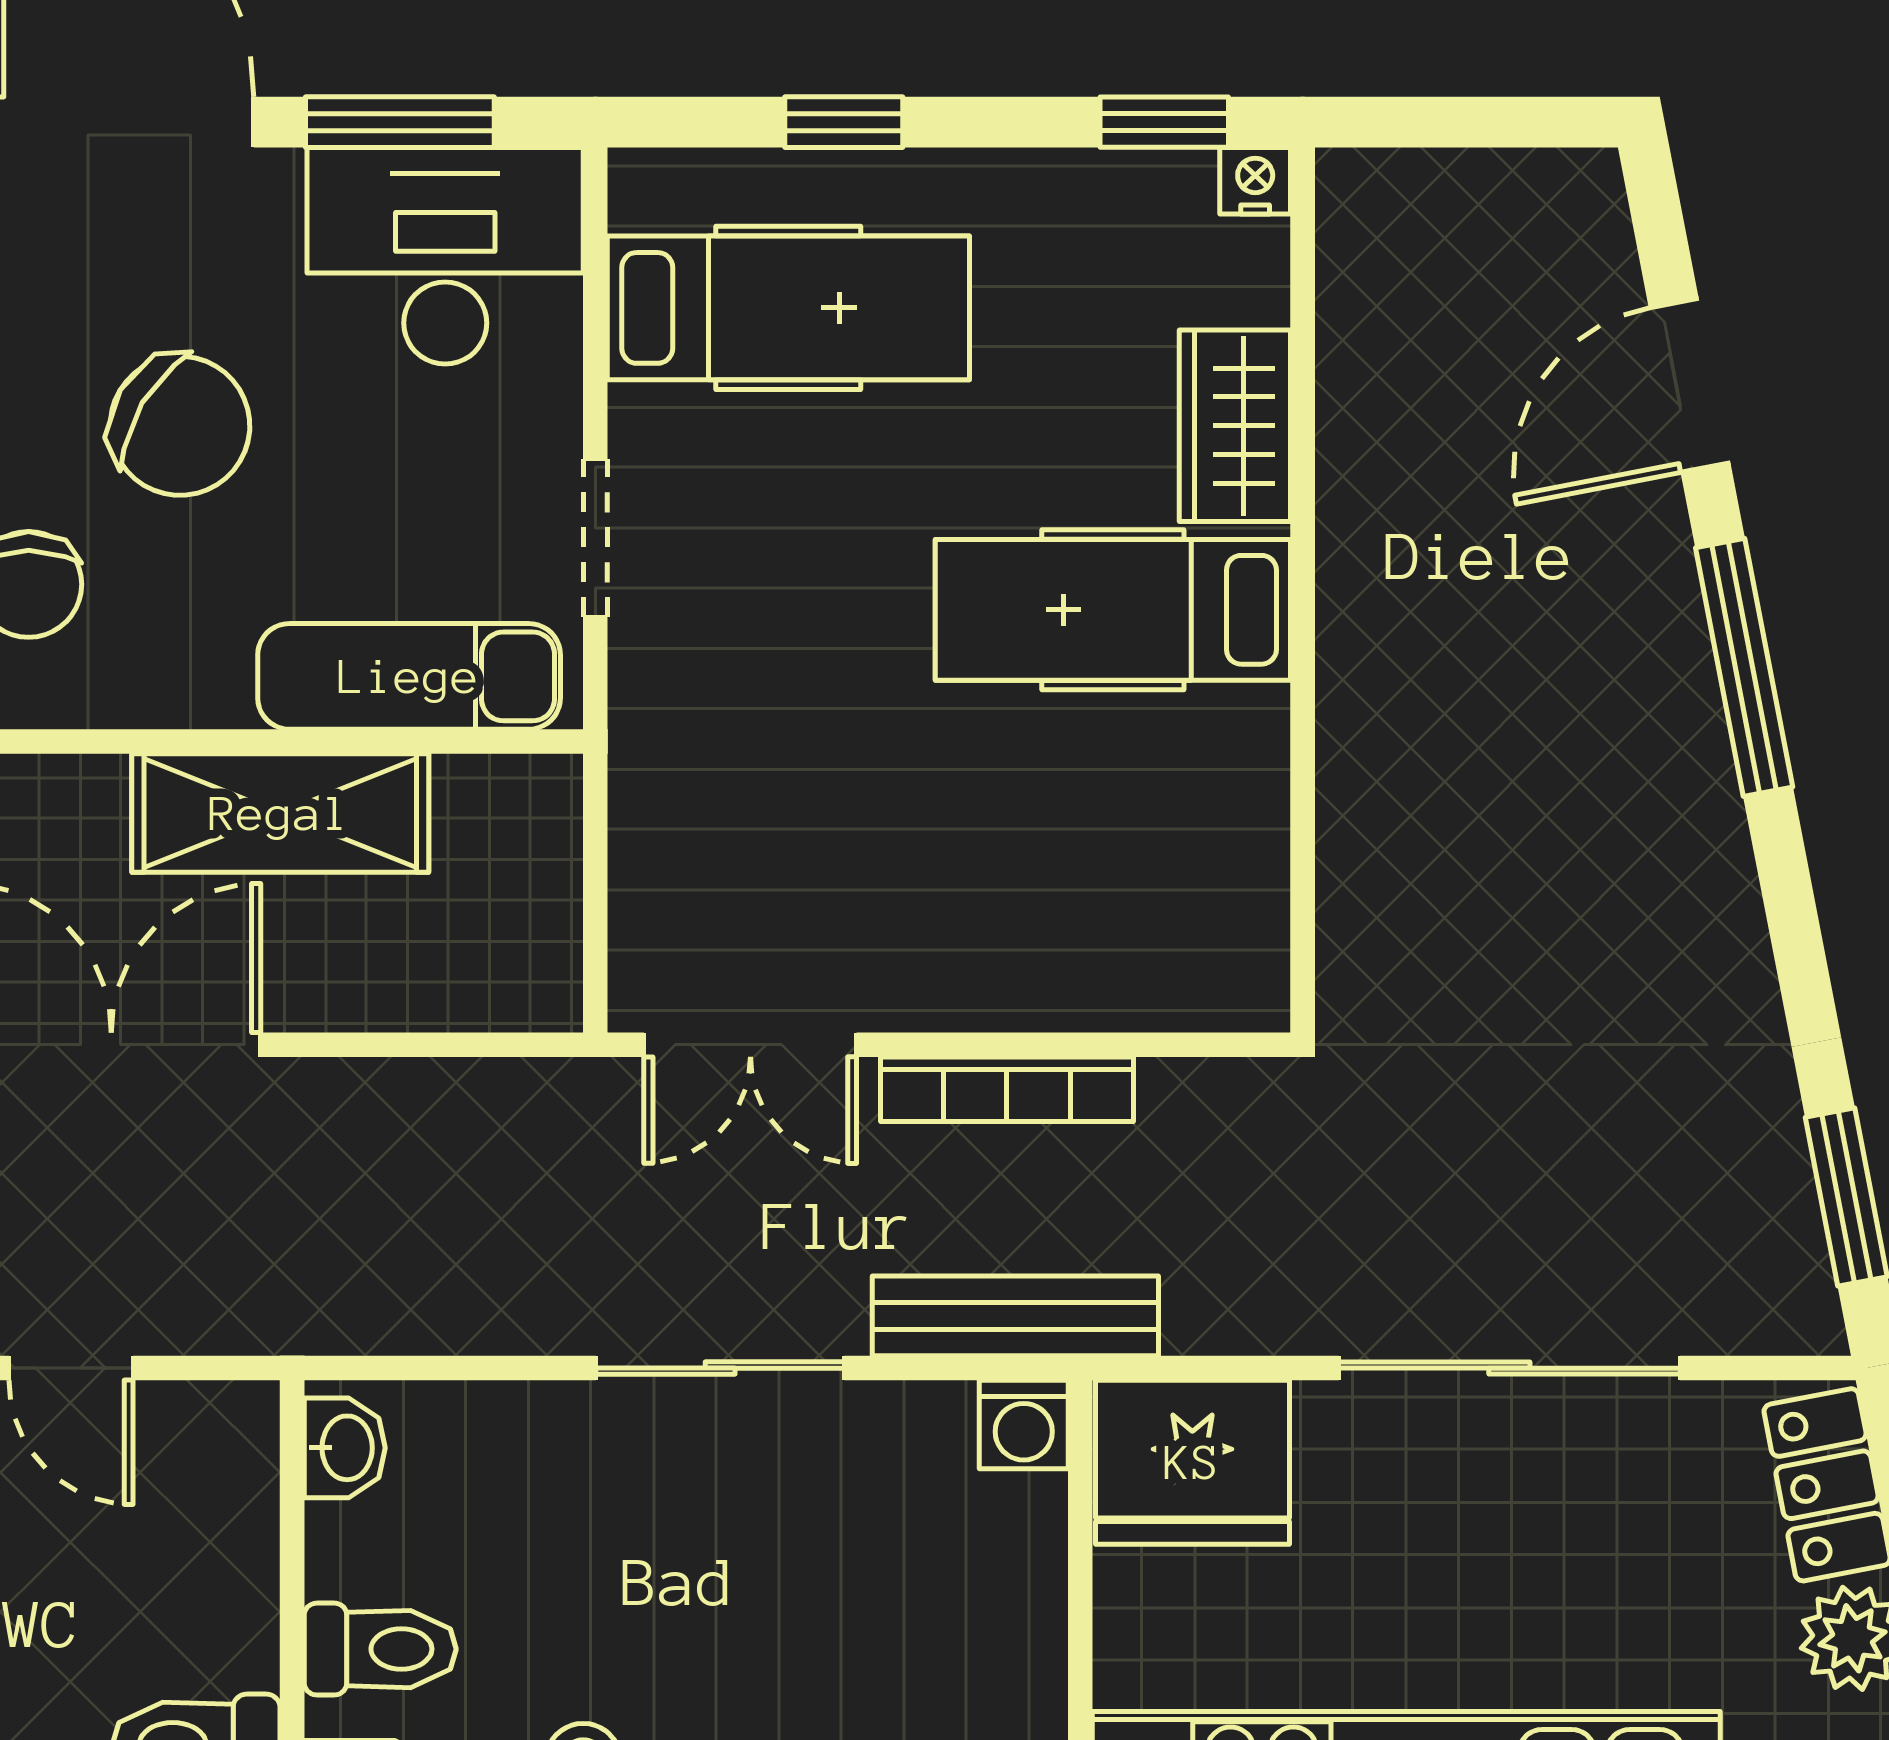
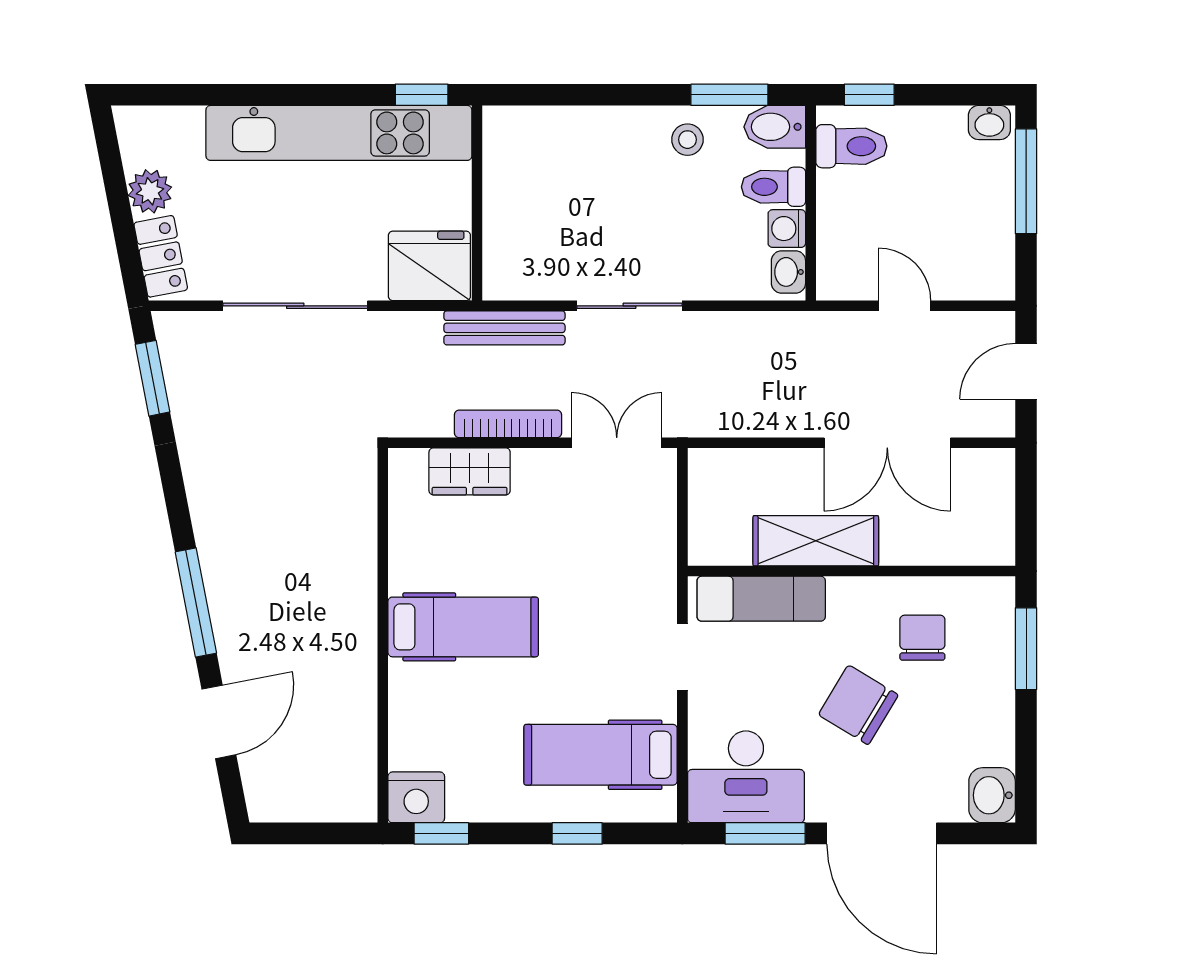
nightstand: (1255, 181) -> (416, 797), width x1.89, depth x1.79
wardrobe: (1235, 426) -> (470, 471), moved, turned 90
washing machine: (1024, 1425) -> (787, 229), moved, turned -90

